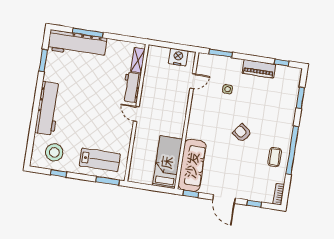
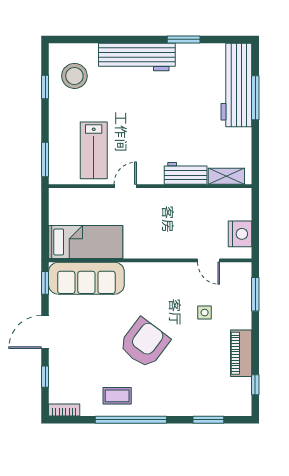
window: (43, 60) -> (184, 39), moved
door: (136, 114) -> (125, 186), moved
armchair: (242, 133) -> (144, 343), width x1.88, depth x1.88
lab bench: (100, 160) -> (94, 150), moved

